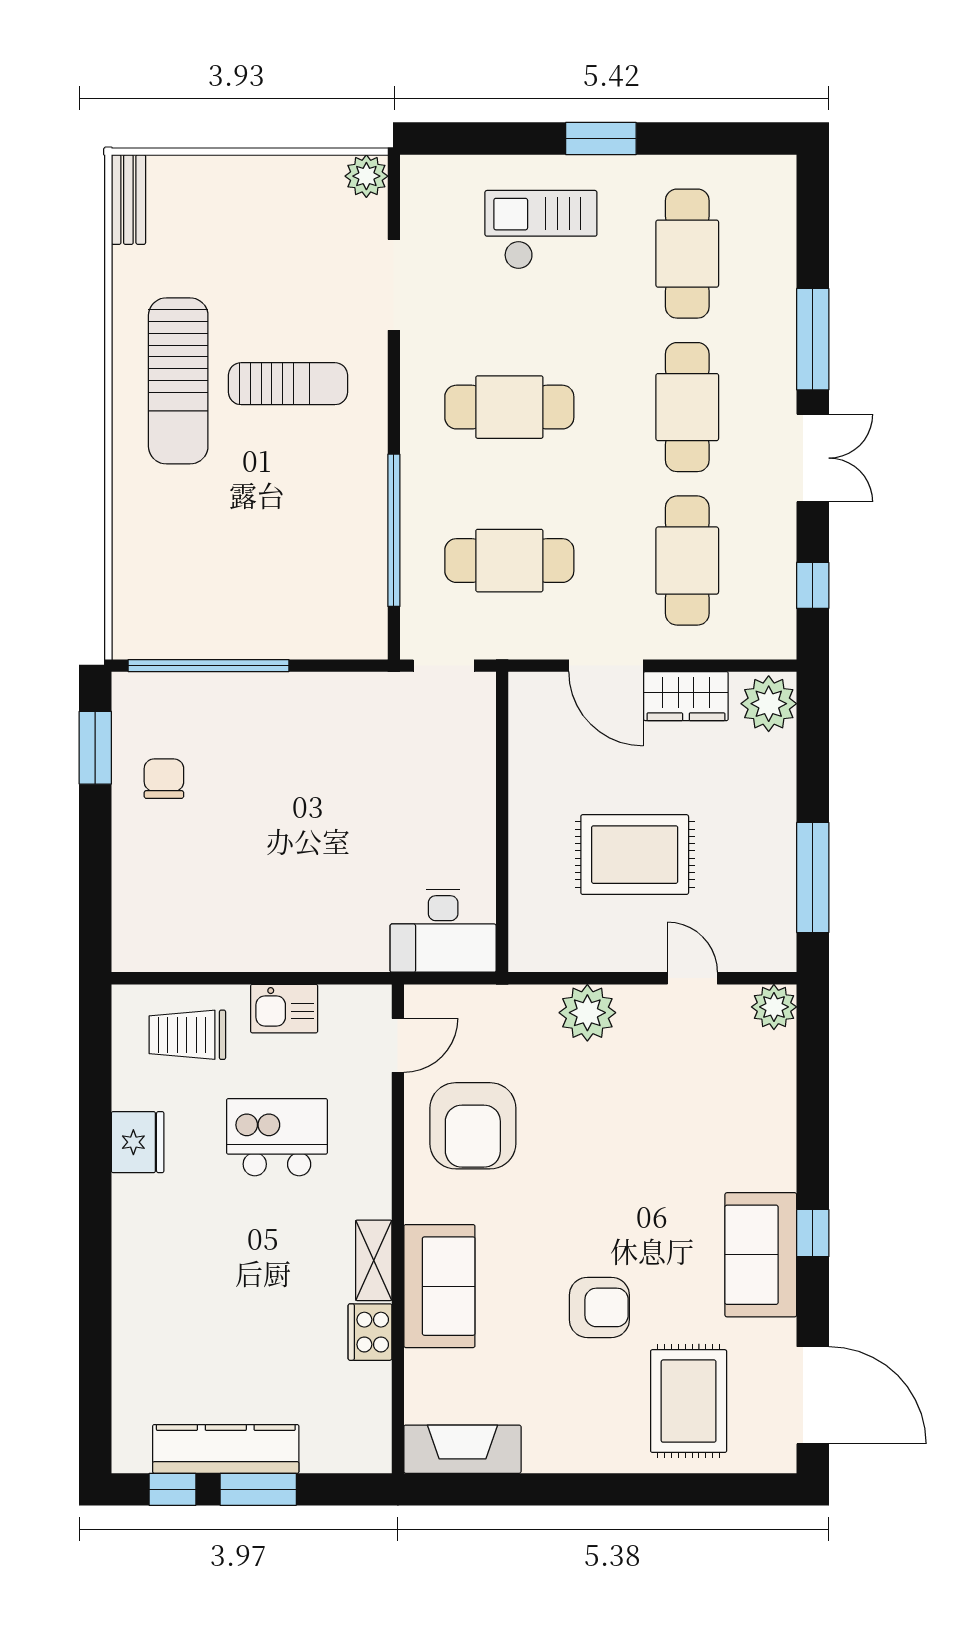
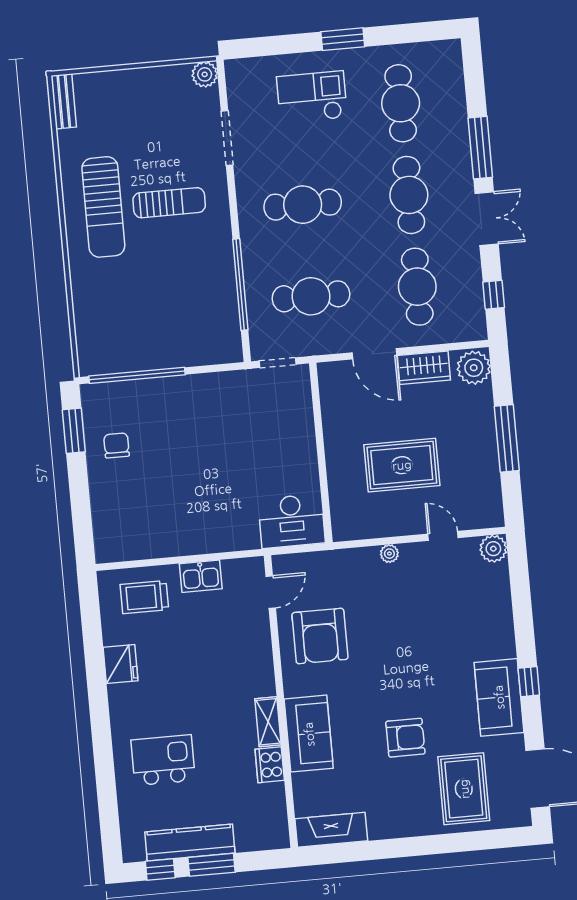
window: (813, 878) -> (507, 438), moved
plant: (587, 1013) -> (389, 554), width x0.53, depth x0.53
kitchen island: (277, 1137) -> (163, 760), moved

